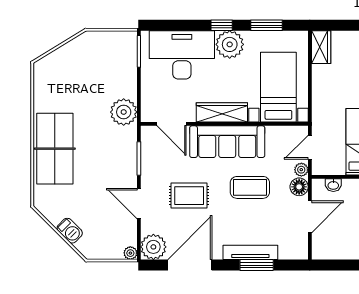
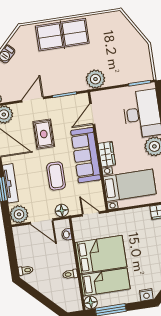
wardrobe: (222, 112) -> (107, 154), width x0.67
plant: (301, 170) -> (19, 214), moved, width x1.88, depth x1.88

